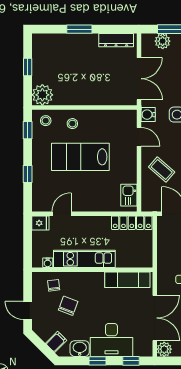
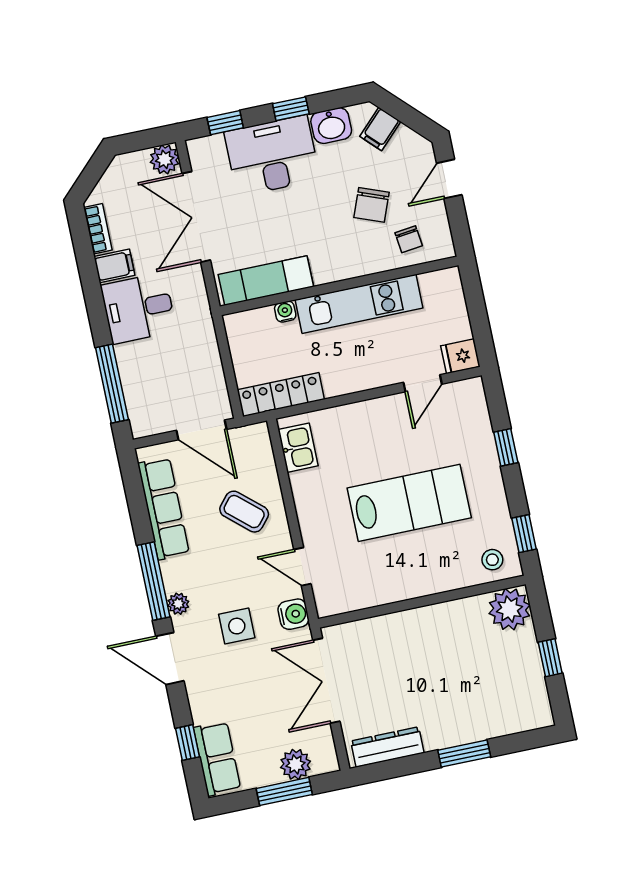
stool: (72, 124) -> (439, 565), removed
water cooler: (48, 263) -> (285, 312), moved
door: (28, 310) -> (449, 179), swing flipped

